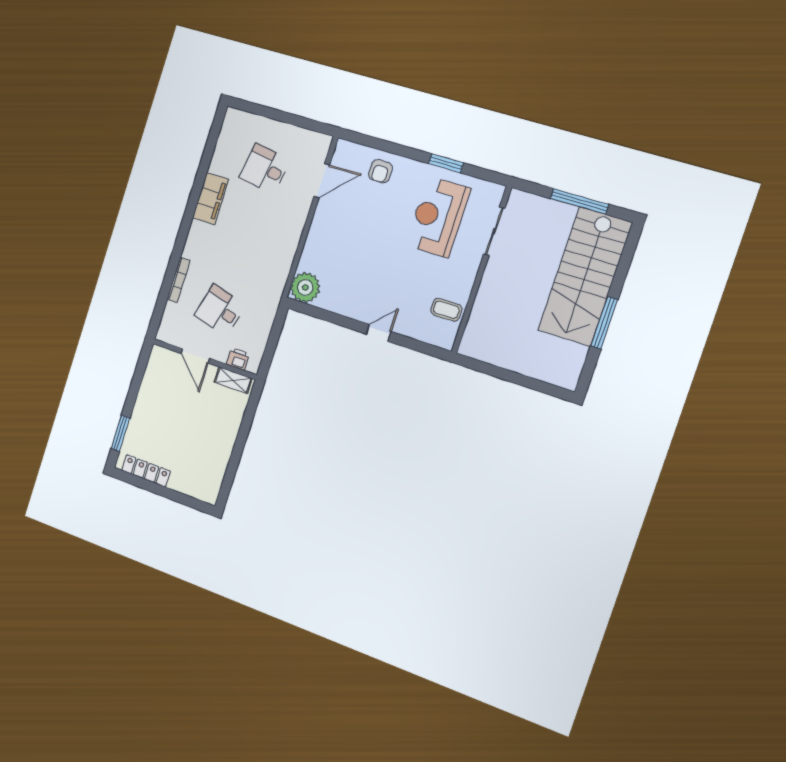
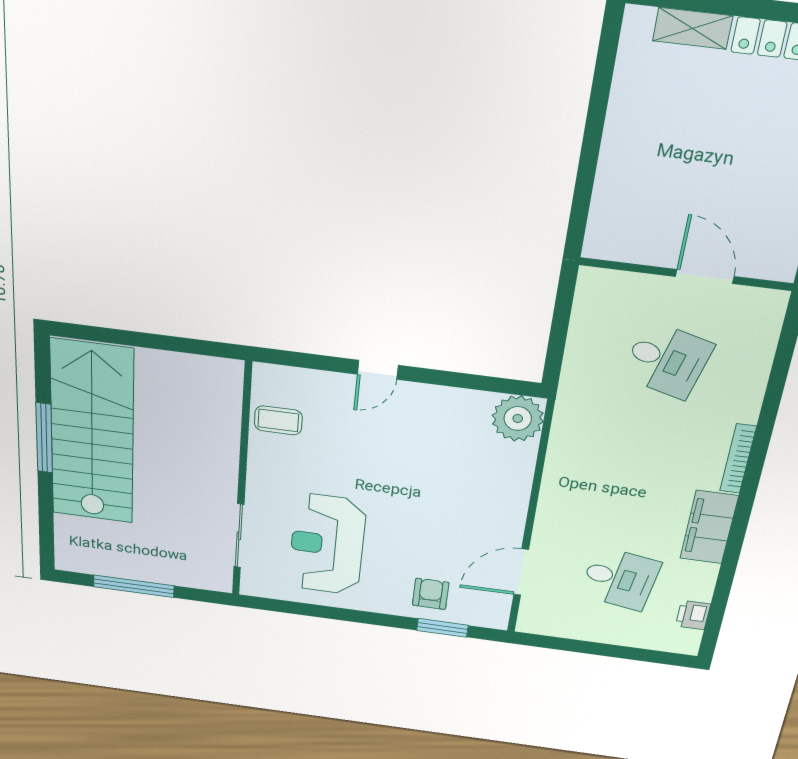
window: (446, 163) -> (442, 628), moved
reception desk: (438, 217) -> (327, 544), turned 180
stairs: (585, 277) -> (92, 433), moved
bookcase: (179, 280) -> (738, 459), moved
printer: (238, 359) -> (693, 615), moved, turned 90
shelving: (233, 380) -> (693, 28), moved

